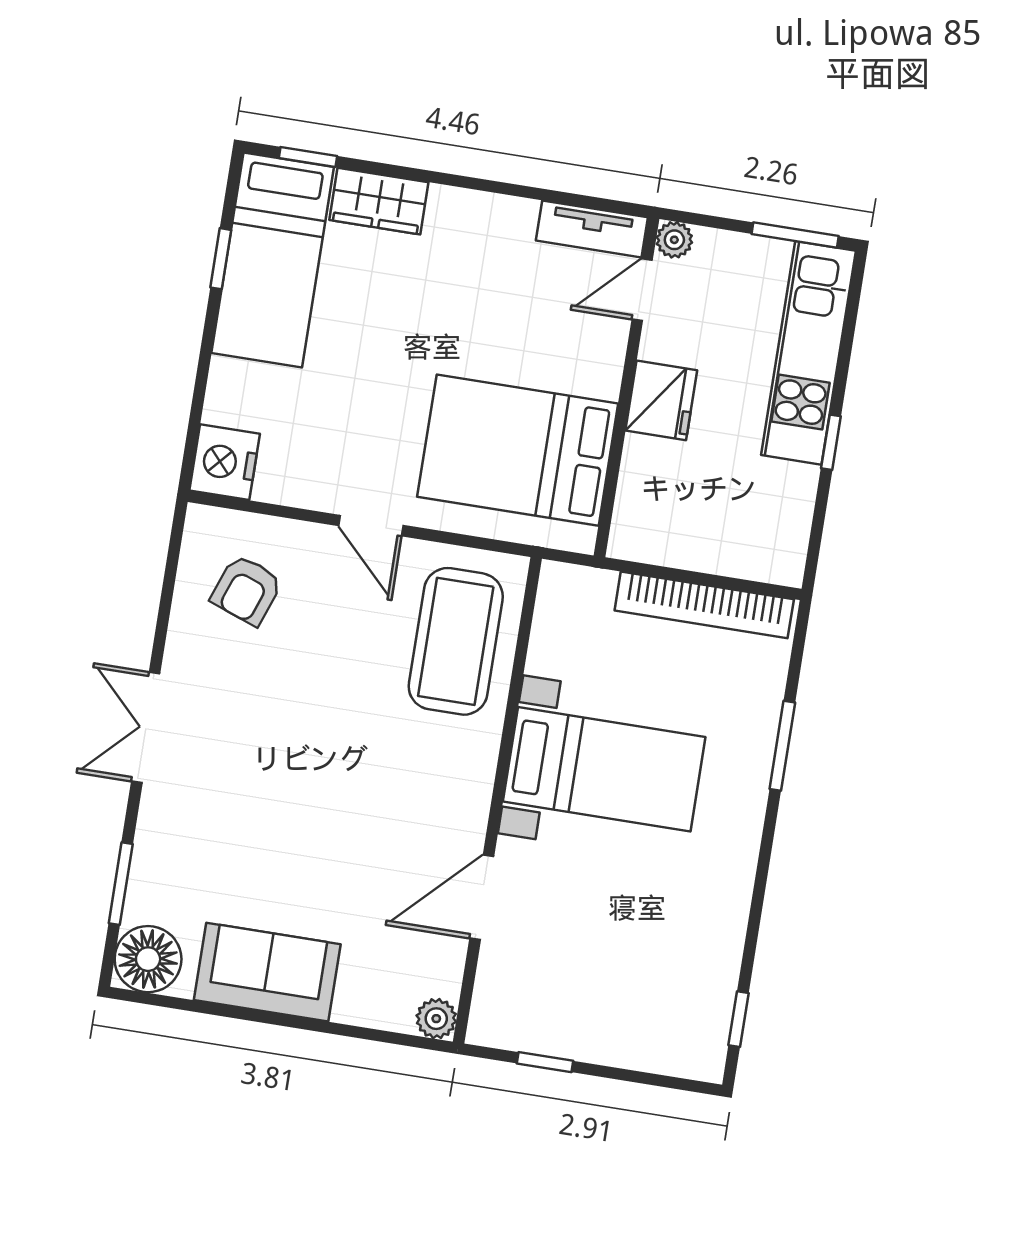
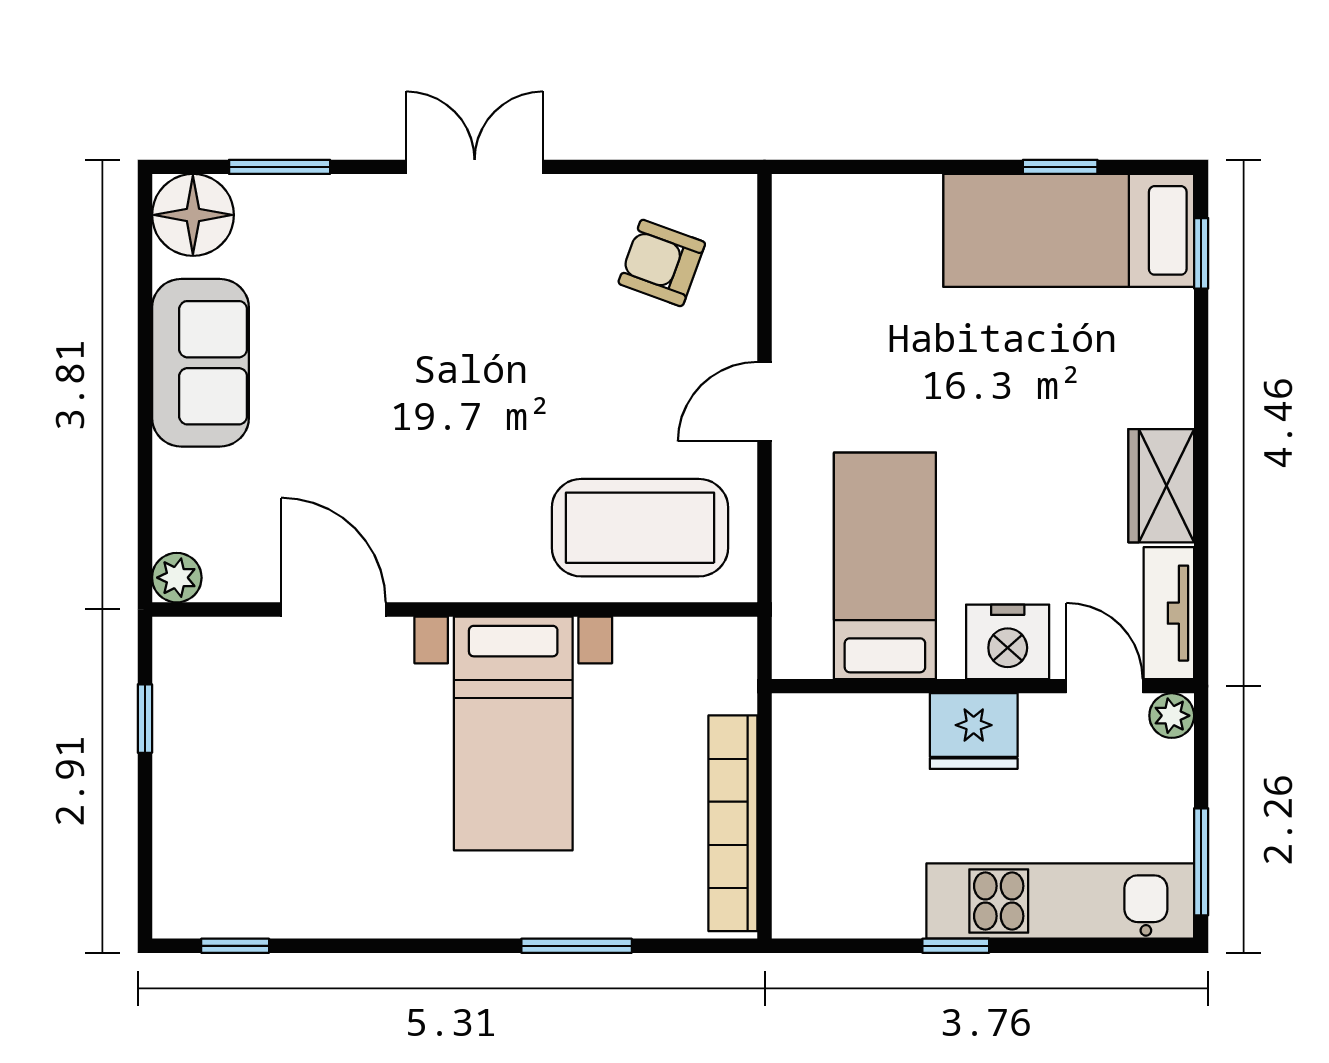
wardrobe: (379, 201) -> (1161, 486), moved
bed: (518, 450) -> (885, 566), width x0.67
nightstand: (225, 462) -> (1008, 642), moved, turned 180

